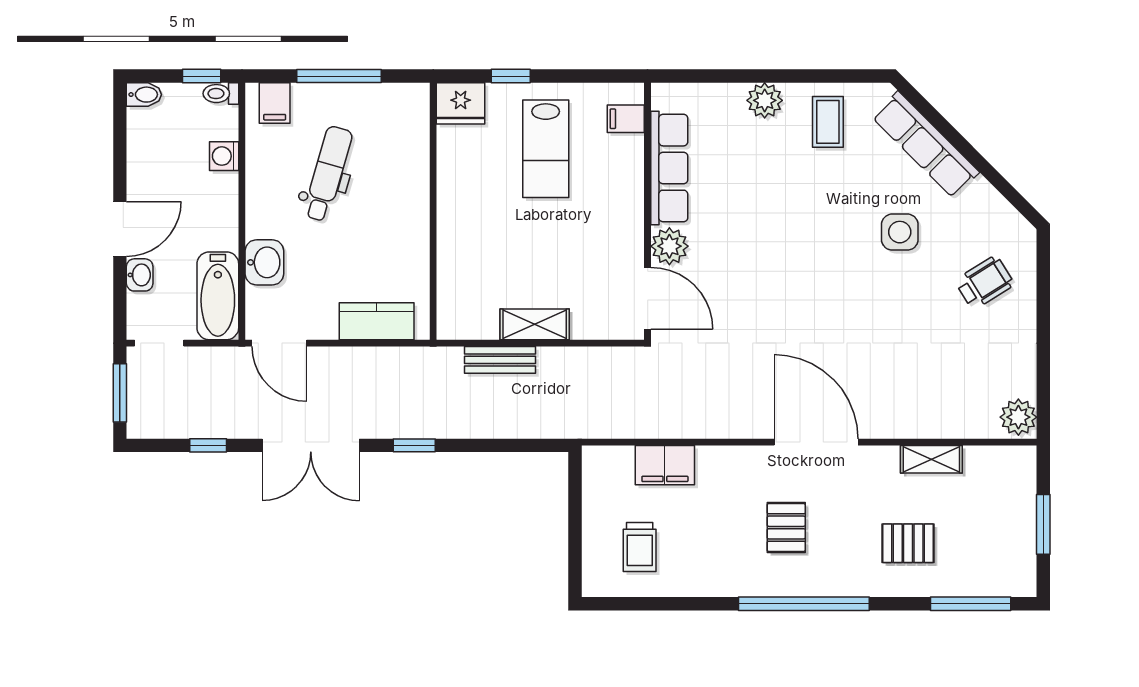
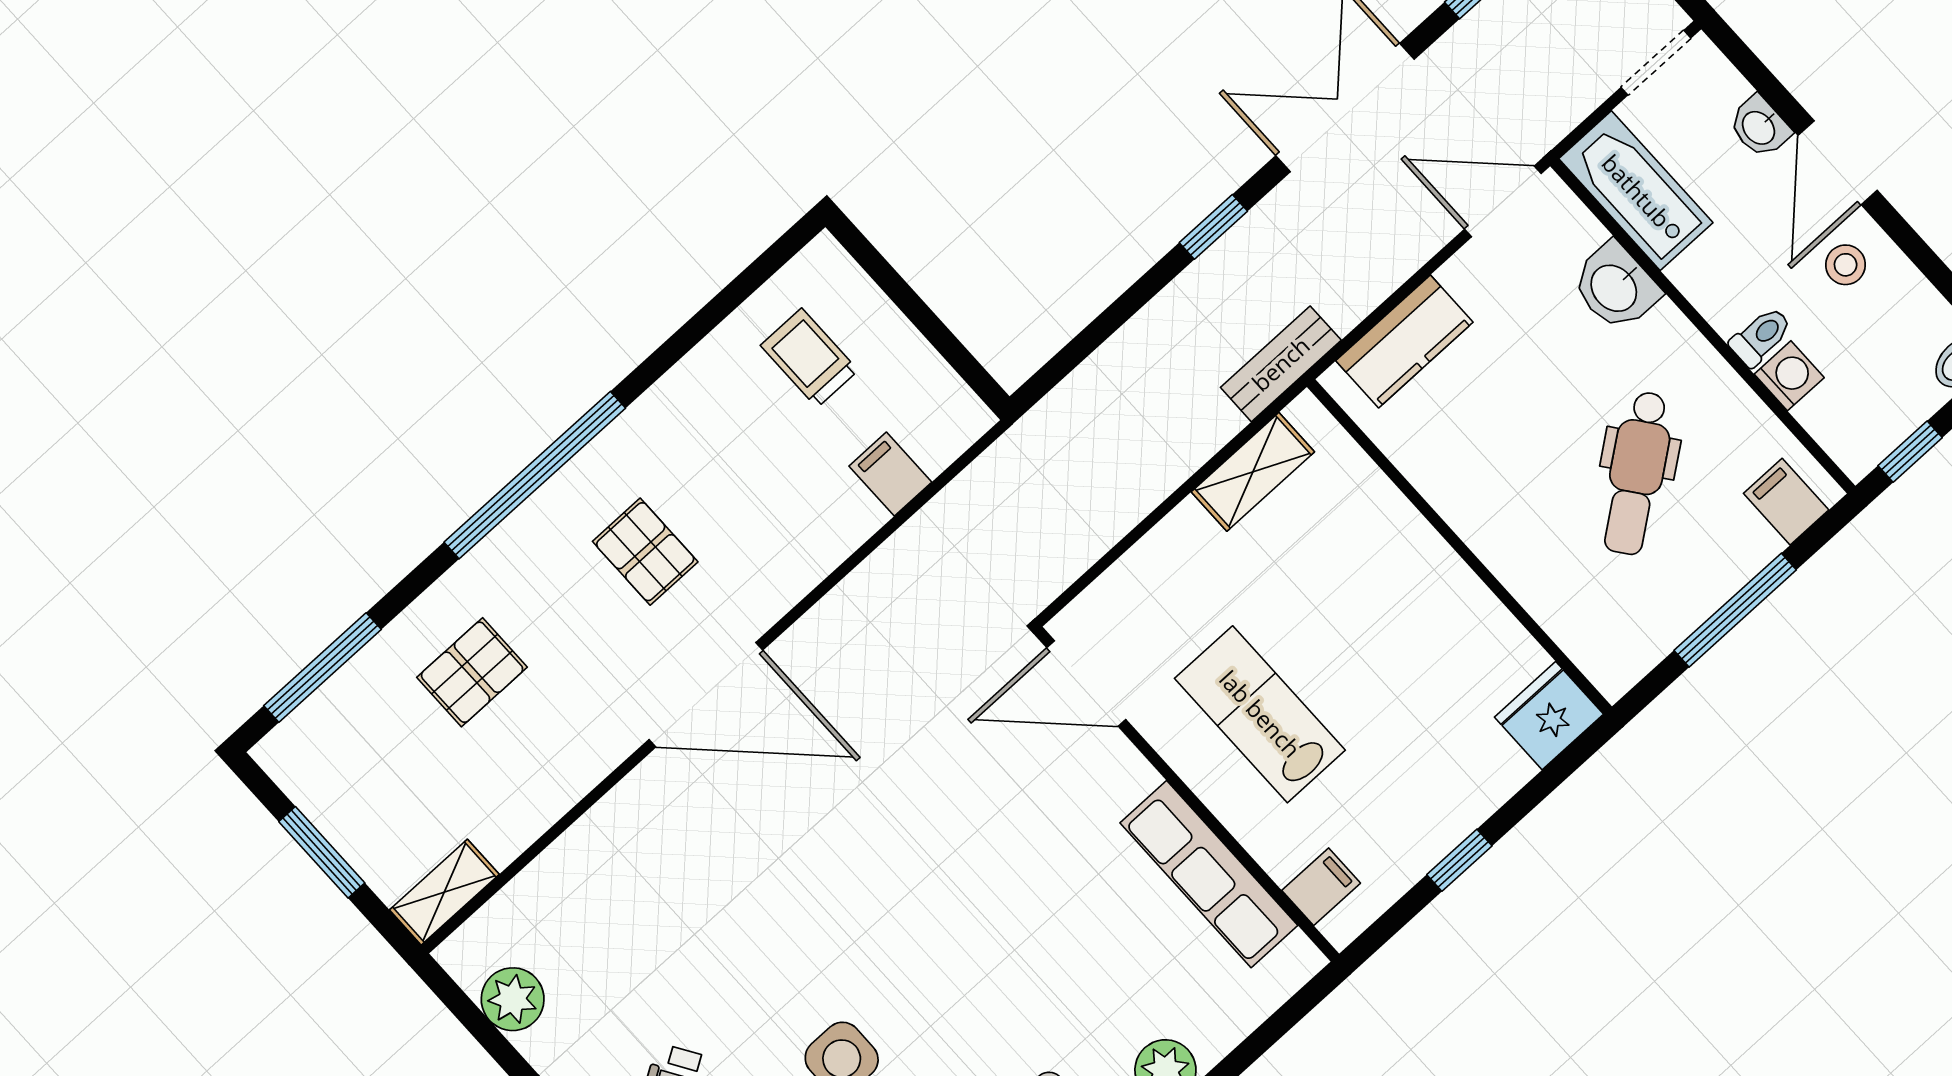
window: (511, 76) -> (1459, 860), moved
toilet: (221, 94) -> (1761, 336), moved
lab bench: (546, 149) -> (1260, 714), moved
dental chair: (328, 174) -> (1637, 473), turned 37
stool: (156, 182) -> (1846, 265), added
plant: (669, 246) -> (1118, 775), removed
shelving: (535, 324) -> (1253, 472), moved
bench: (500, 360) -> (1281, 364), moved
plant: (1018, 417) -> (513, 999), moved
shelving: (931, 459) -> (444, 892), moved
filing cabinet: (665, 465) -> (890, 474), width x0.50

